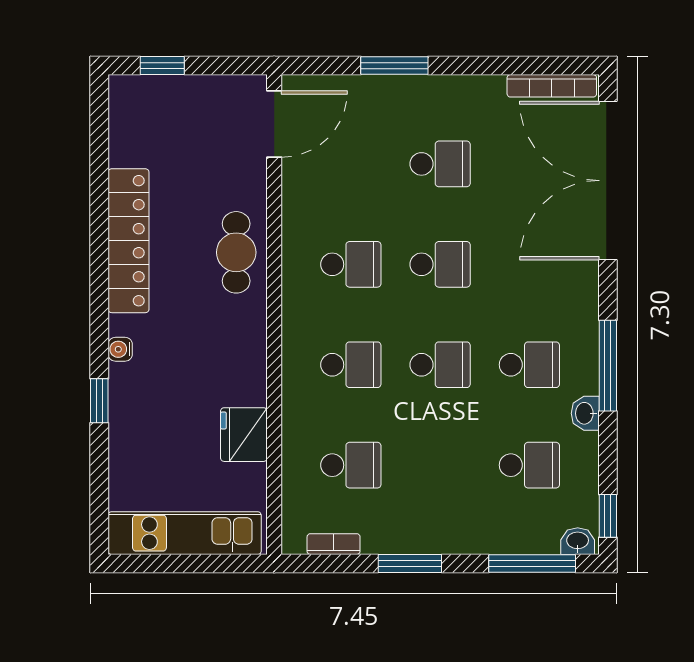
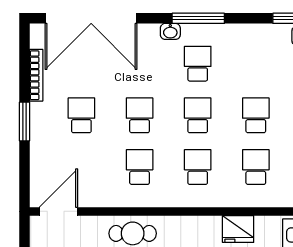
window: (394, 66) -> (24, 122), moved
bookcase: (552, 86) -> (36, 75), moved
door: (274, 124) -> (58, 211), hinge flipped
washbasin: (585, 413) -> (170, 31), moved
school desk: (529, 465) -> (256, 115), moved

